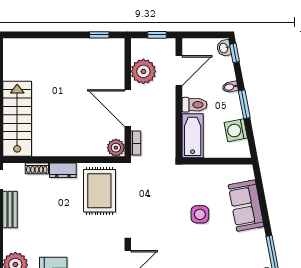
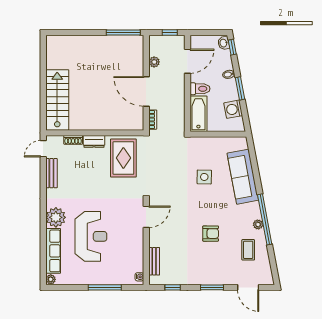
window: (99, 35) -> (123, 32), width x2.17
plant: (143, 71) -> (154, 62), width x0.53, depth x0.53
plant: (116, 148) -> (137, 123), removed
sofa: (246, 206) -> (243, 177), width x1.36

